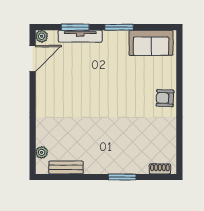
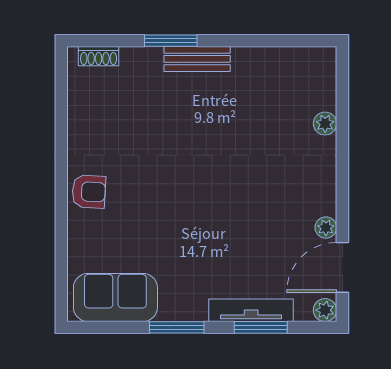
plant: (41, 79) -> (326, 228), added
plant: (42, 152) -> (325, 124), moved
bench: (66, 167) -> (197, 59), moved

